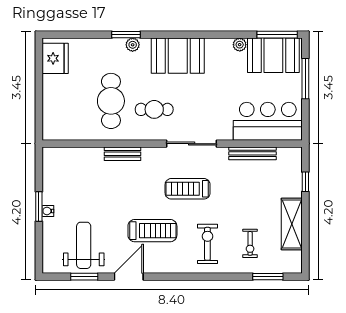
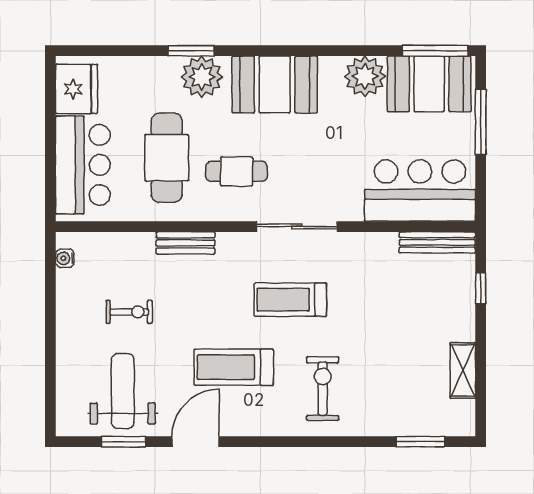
plant: (133, 45) -> (202, 77), width x1.88, depth x1.88
plant: (240, 45) -> (365, 76), width x1.88, depth x1.88
bar counter: (59, 105) -> (83, 165), added
bench: (252, 153) -> (437, 242), moved
window: (39, 206) -> (50, 328), removed
water cooler: (48, 211) -> (65, 258), moved
shelving: (292, 224) -> (463, 370), width x0.67, depth x0.75
treadmill: (152, 231) -> (234, 367), turned 180
exercise bike: (250, 243) -> (129, 312), moved, turned -90

